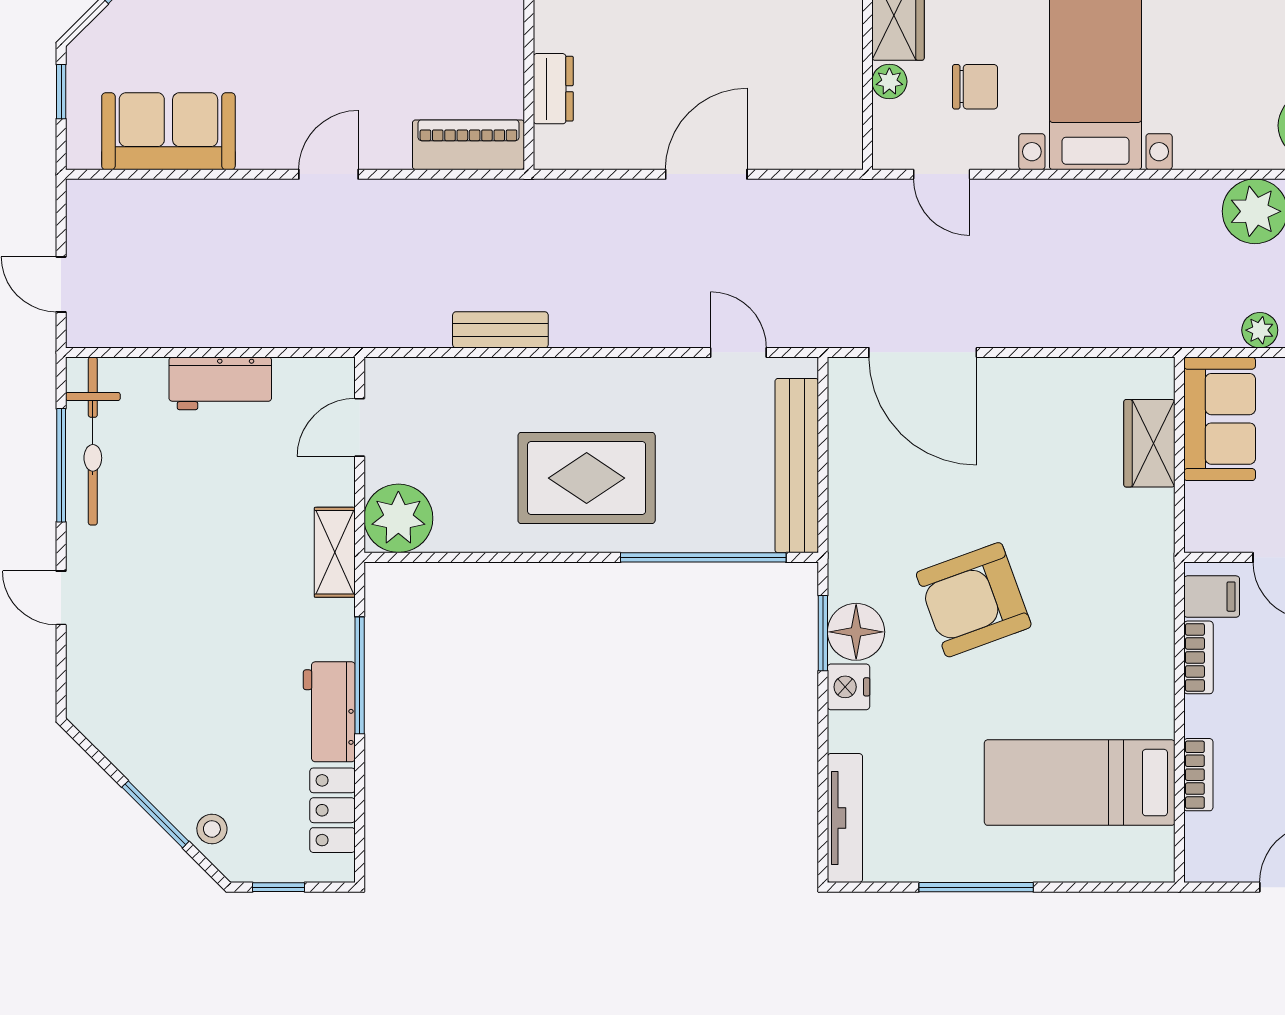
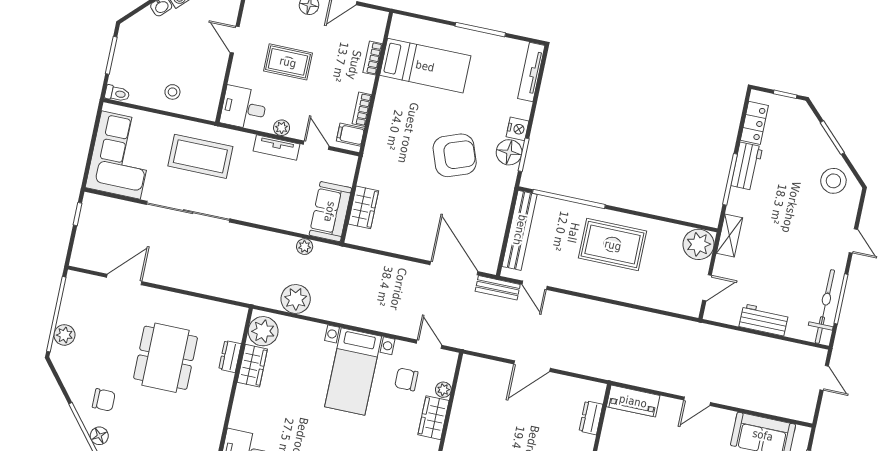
bench: (500, 330) -> (498, 288), moved
stool: (212, 829) -> (833, 181), moved, width x1.89, depth x1.89

